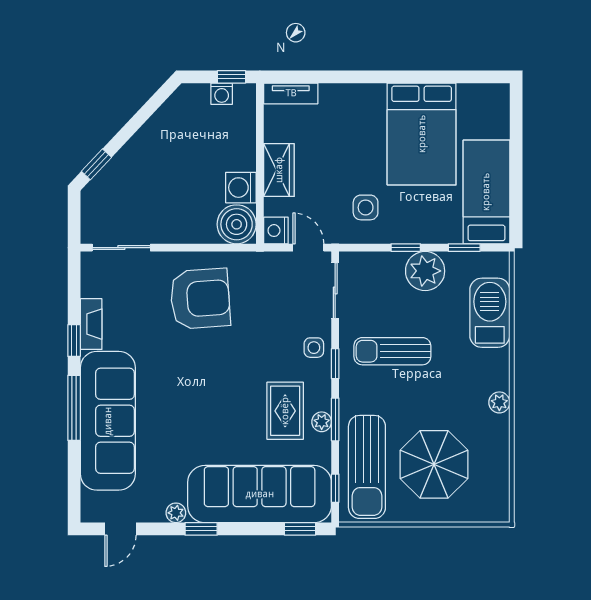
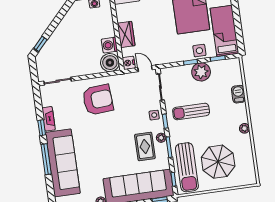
side table: (366, 207) -> (199, 51), moved
barbecue: (490, 313) -> (238, 94), width x0.53, depth x0.65
plant: (322, 422) -> (161, 138), moved

